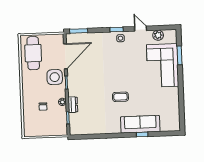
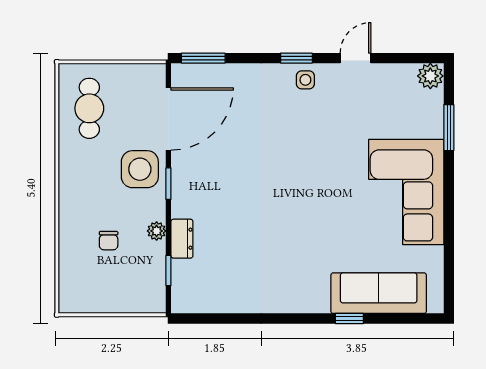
door: (141, 29) -> (356, 58), hinge flipped
plant: (158, 35) -> (430, 76), moved
cafe table: (33, 53) -> (89, 108), width x0.73, depth x0.74
corner sofa: (163, 65) -> (406, 192), moved
coffee table: (120, 97) -> (300, 224), removed
sofa: (140, 124) -> (379, 293), moved

